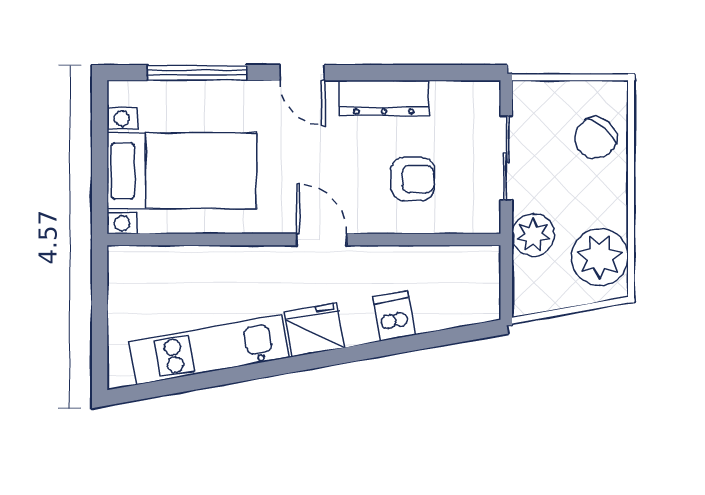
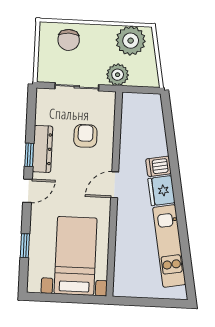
window: (197, 73) -> (25, 246), width x0.46
window: (371, 73) -> (29, 155), added
chair: (595, 138) -> (69, 40), turned 51
dishwasher: (394, 316) -> (158, 166), moved

